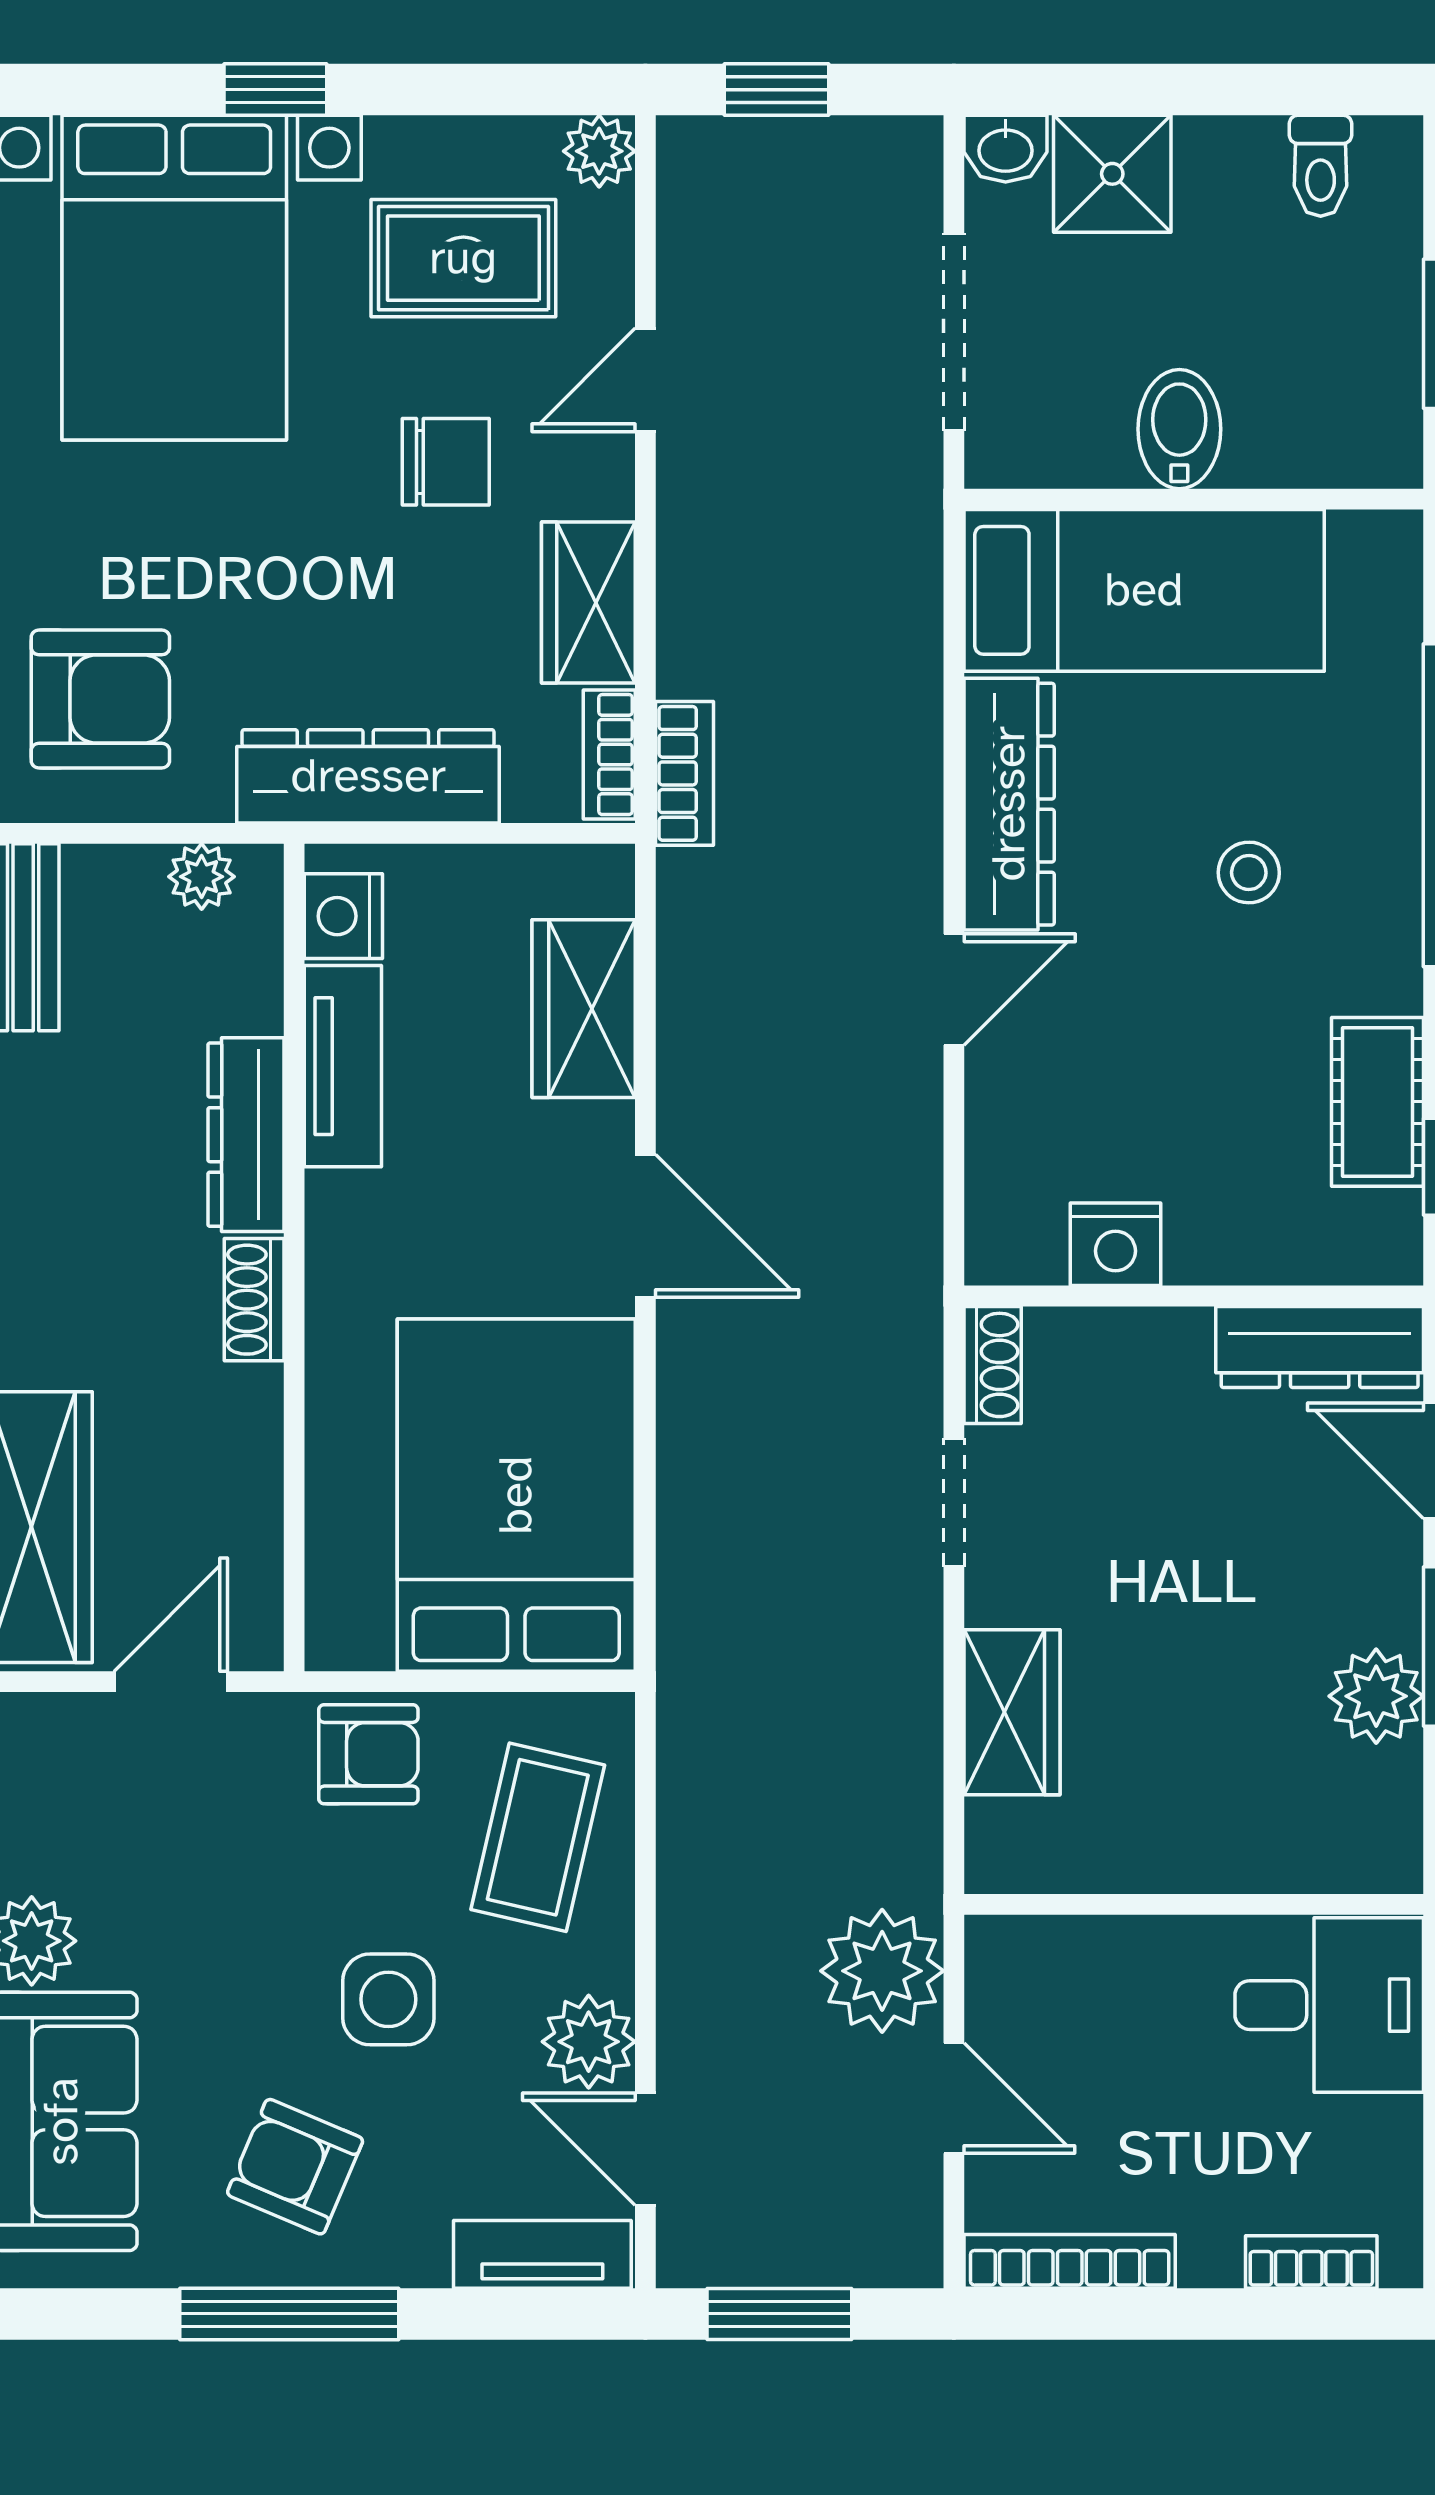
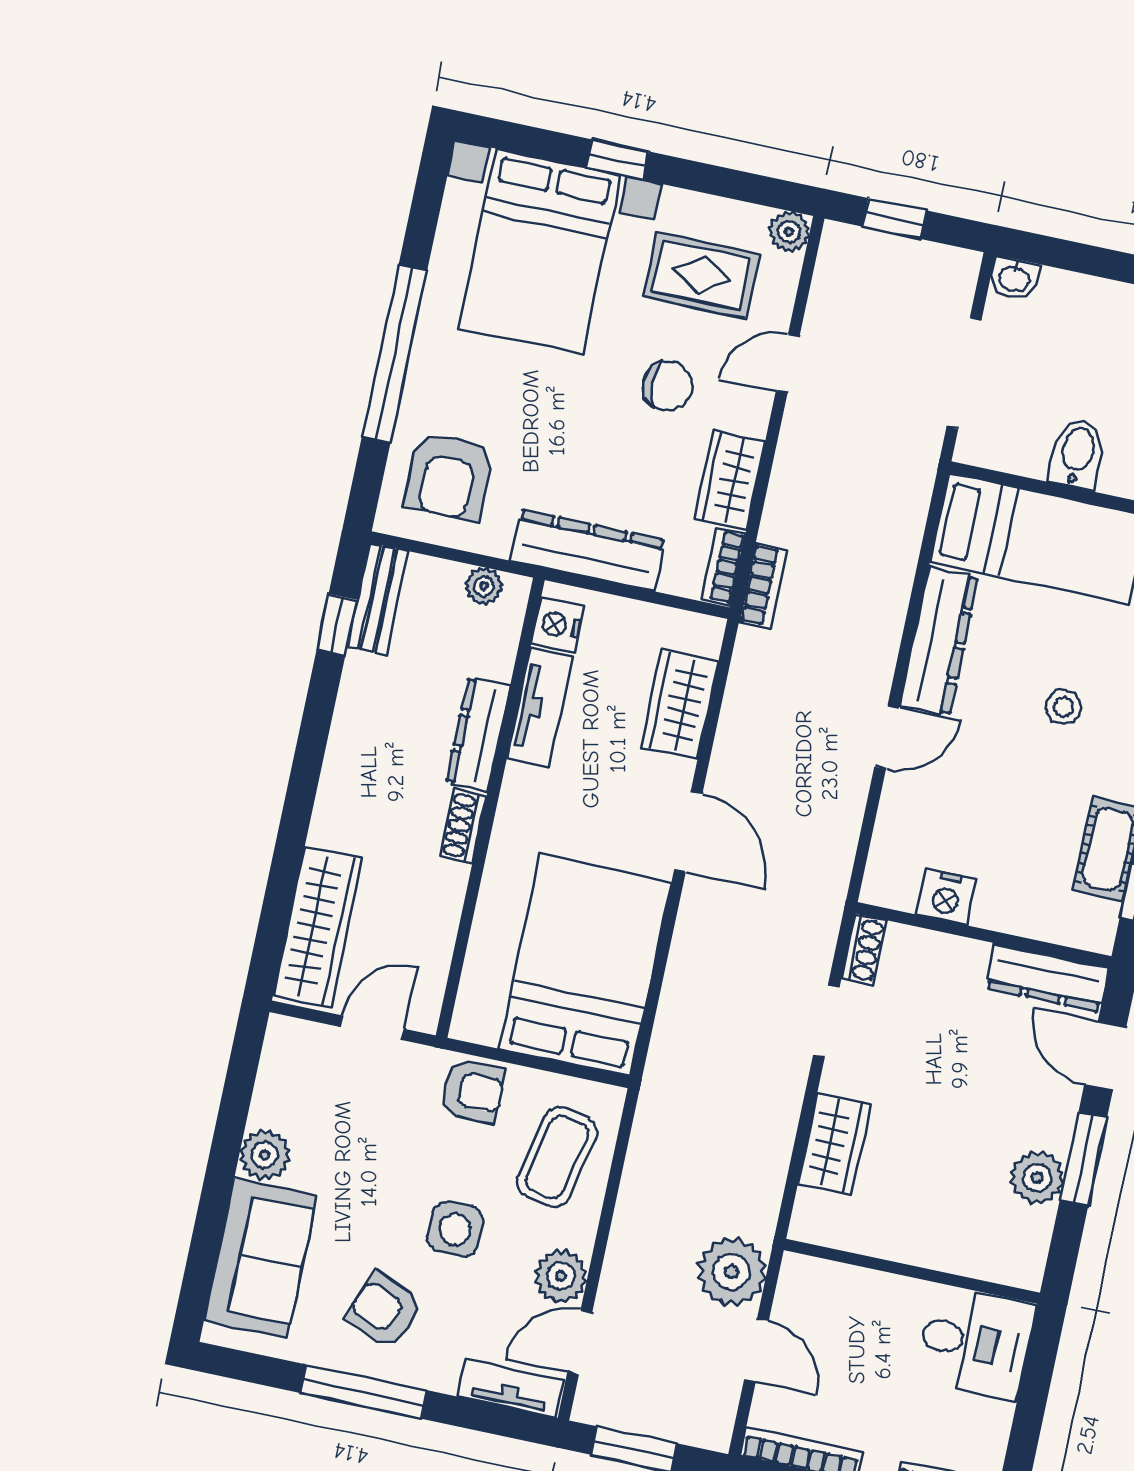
shower: (1112, 174) -> (1070, 305), removed
armchair: (100, 699) -> (449, 476), turned 90
door: (645, 2149) -> (580, 1342), hinge flipped

